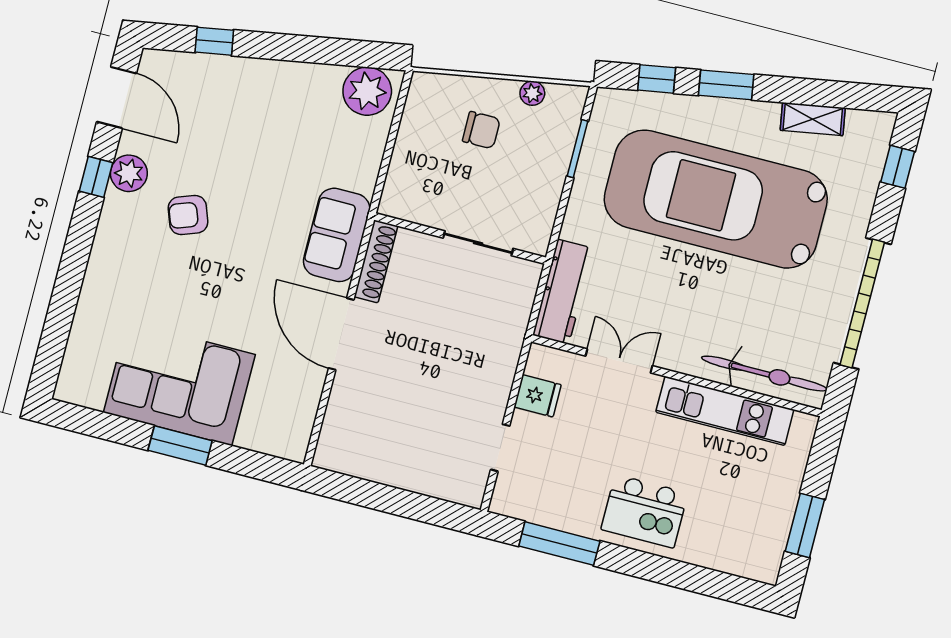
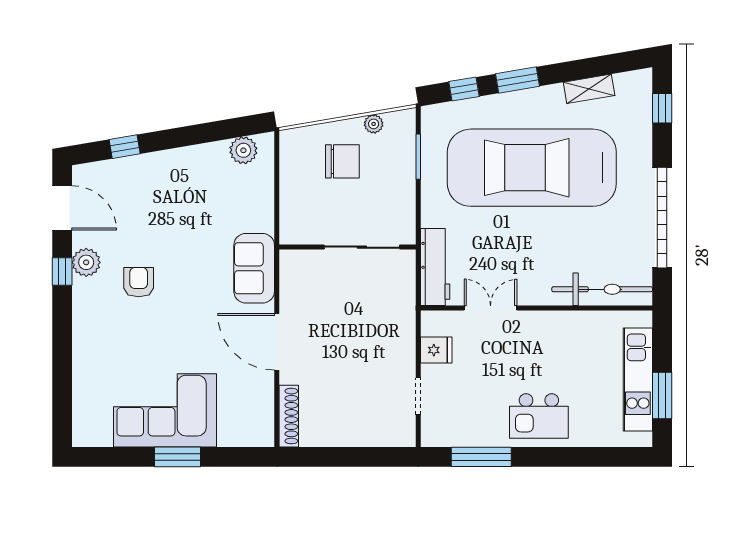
plant: (367, 91) -> (243, 150), width x0.73, depth x0.73
chair: (481, 130) -> (342, 161), width x1.37, depth x1.37
armchair: (188, 215) -> (139, 282), turned 110
sliding door: (478, 243) -> (362, 247), width x1.37
shoe rack: (376, 261) -> (289, 416), moved
kitchen unit: (725, 411) -> (638, 379), moved, turned 90

